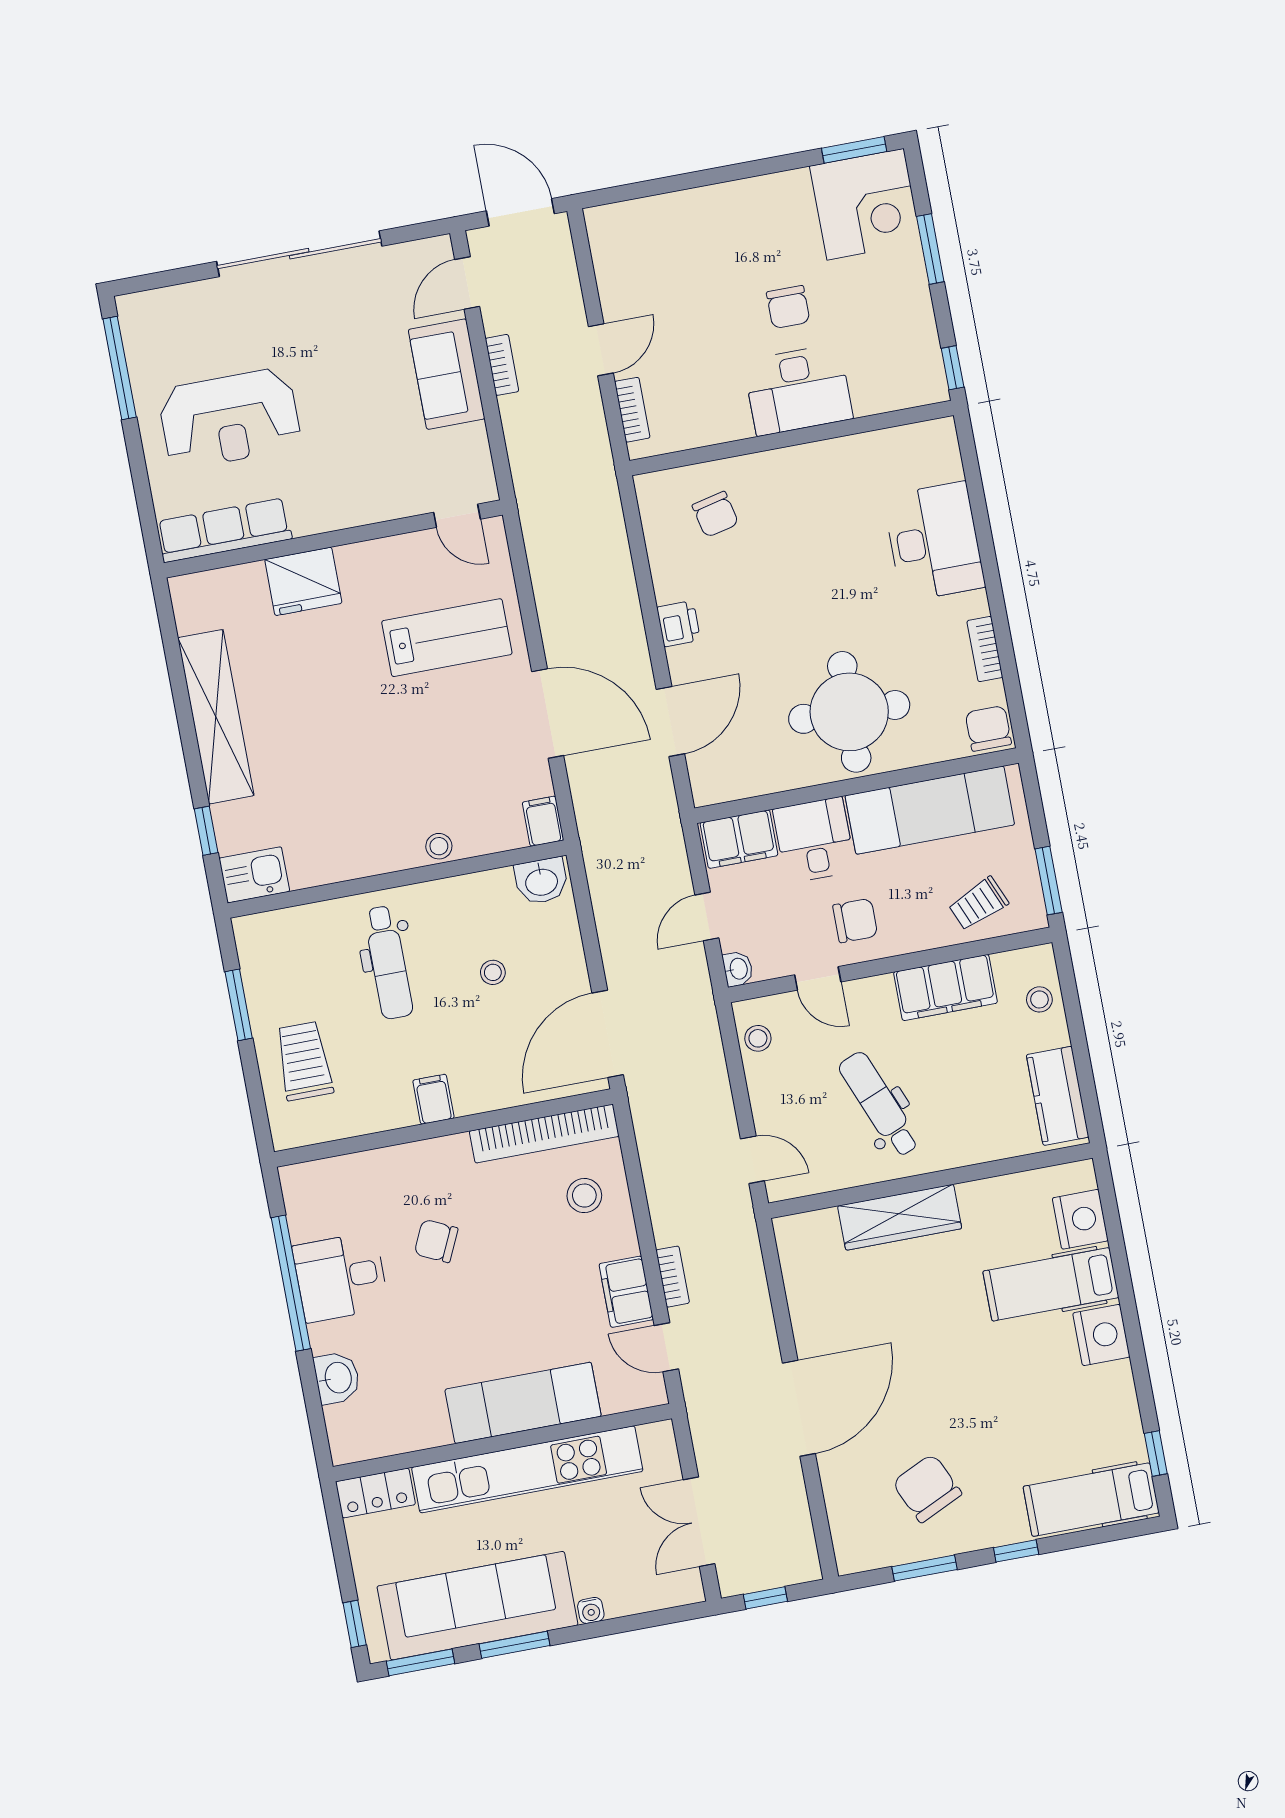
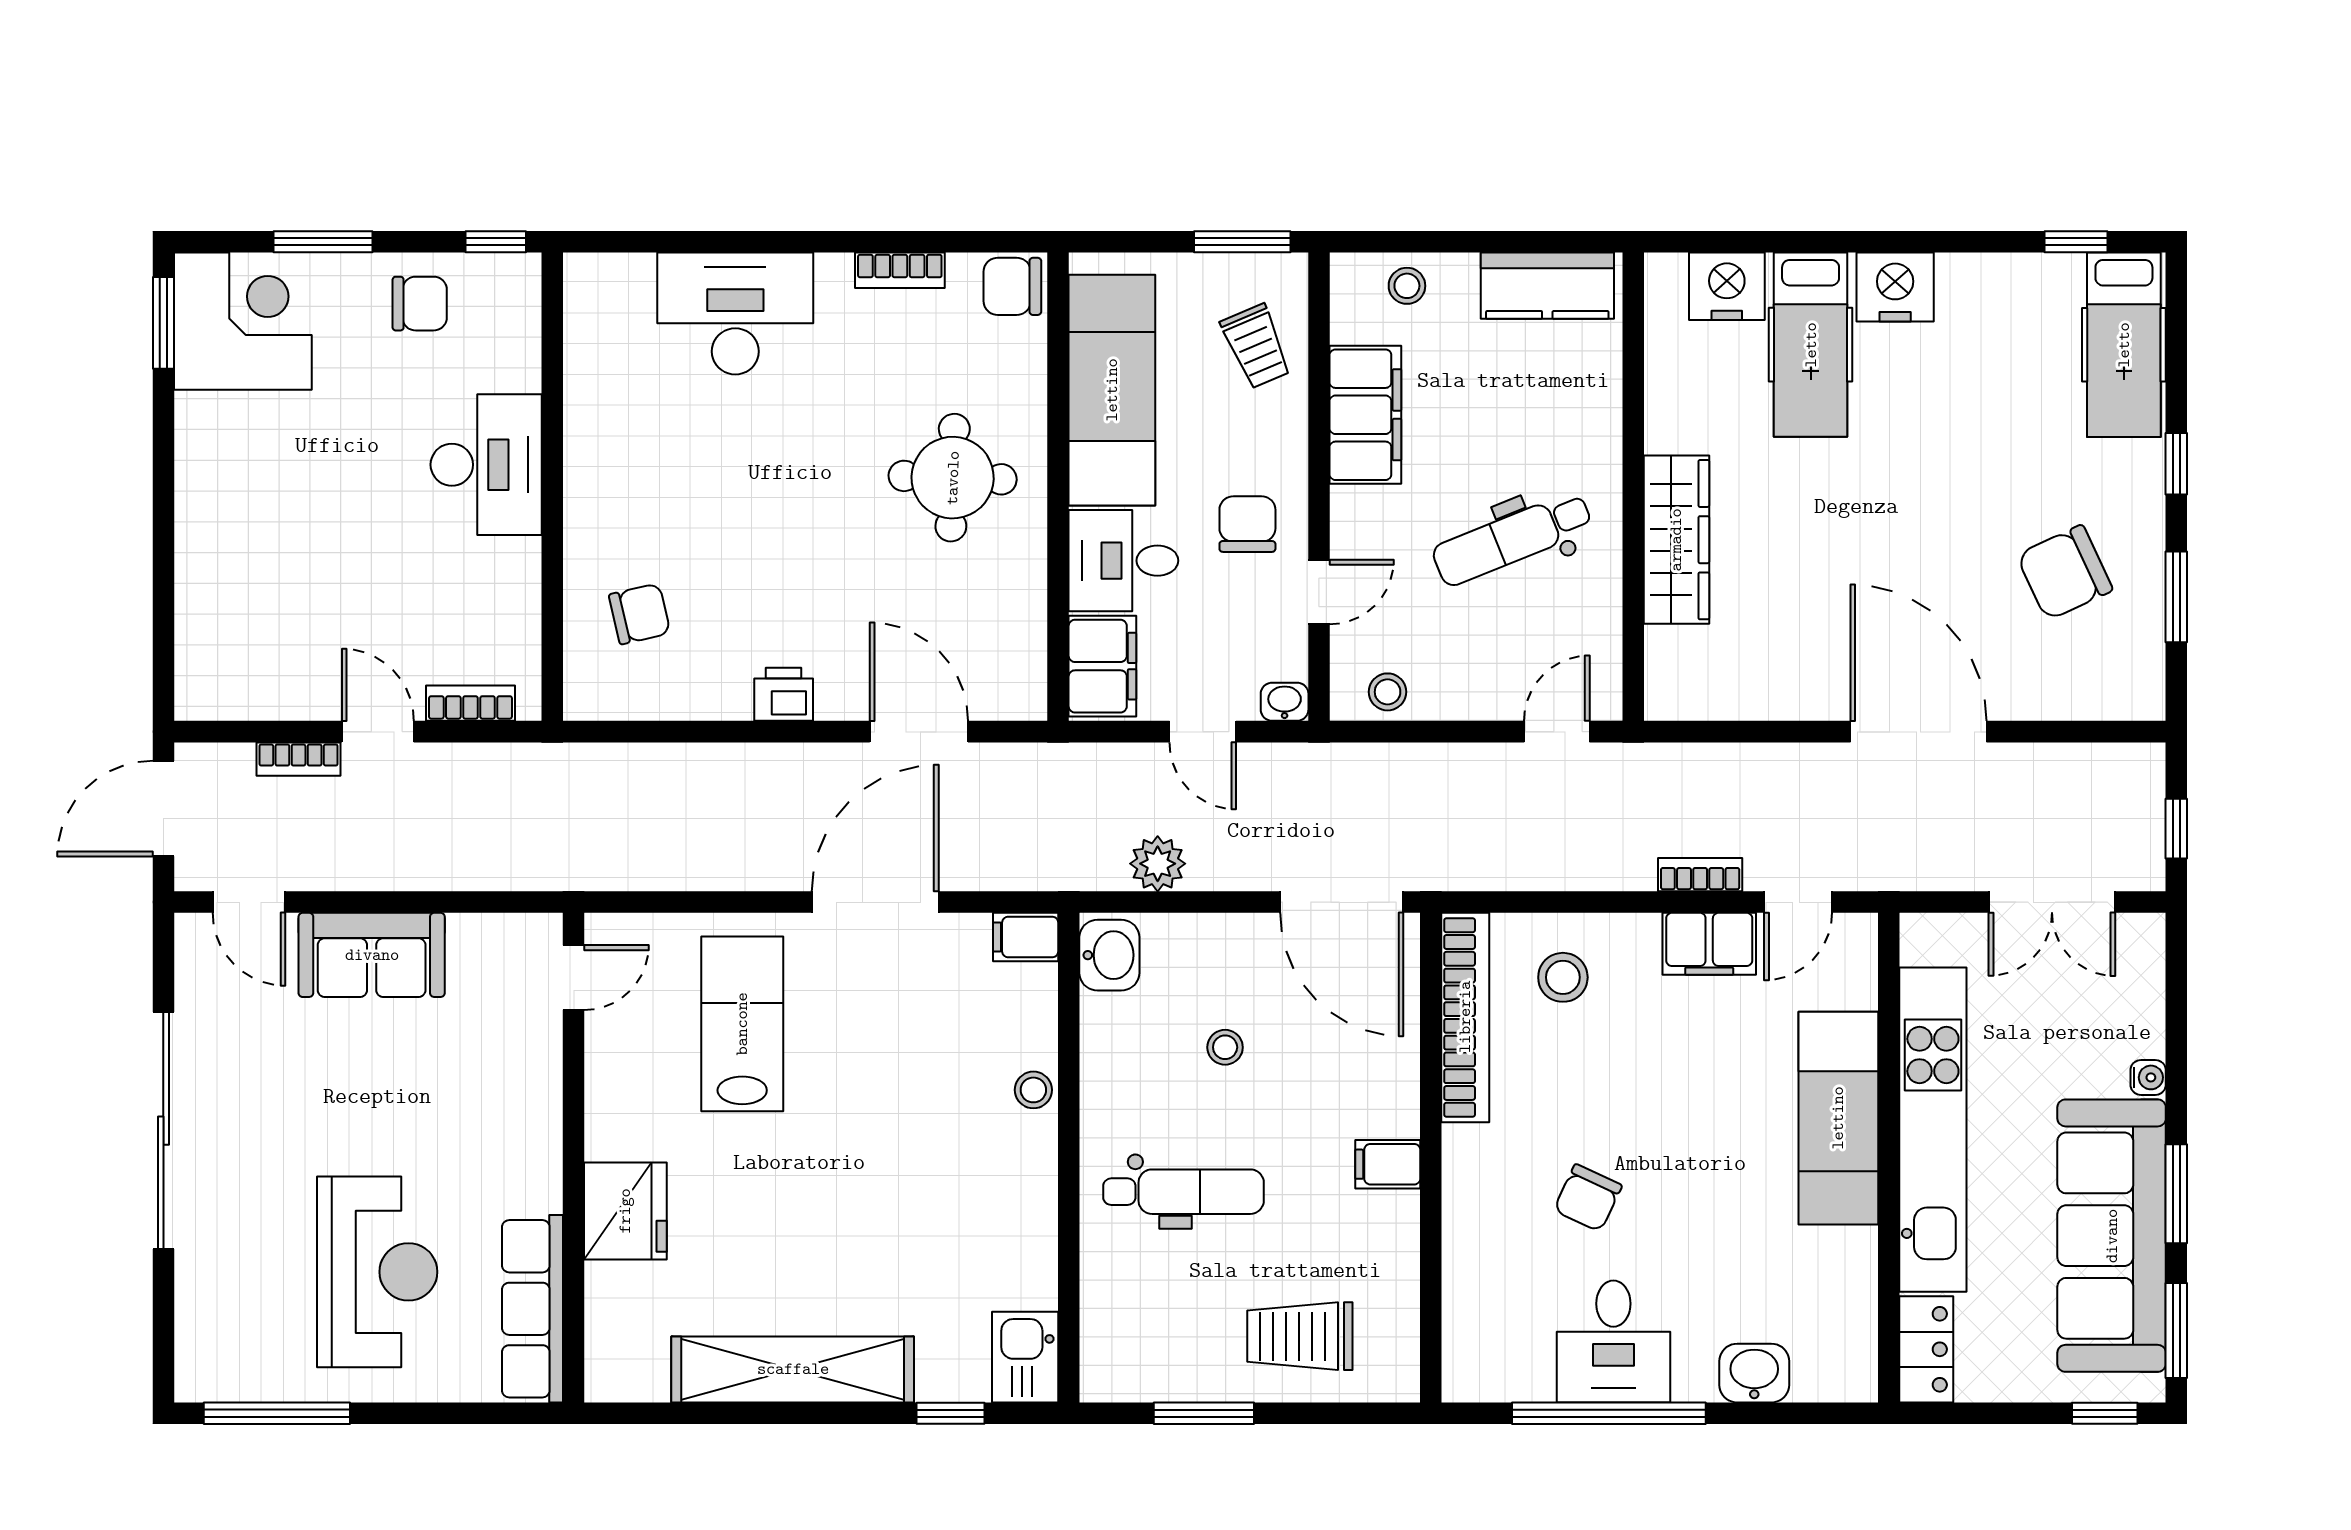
chair: (788, 307) -> (420, 304), moved
bookcase: (502, 365) -> (299, 759), moved, turned 180
round table: (849, 712) -> (953, 478), width x0.73, depth x0.73
plant: (610, 902) -> (1158, 864), added

